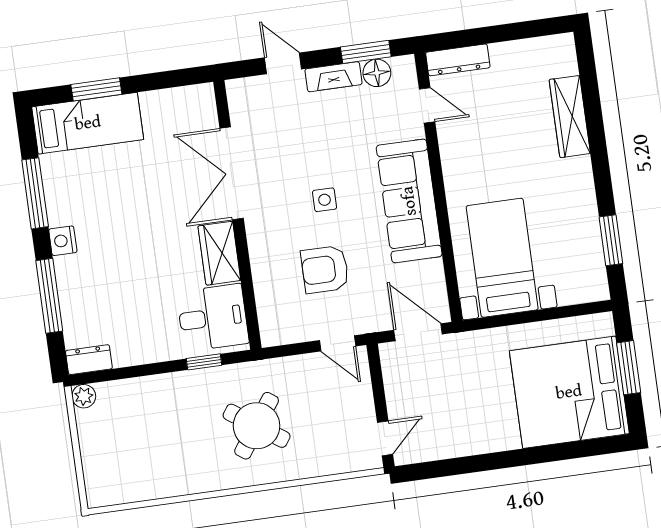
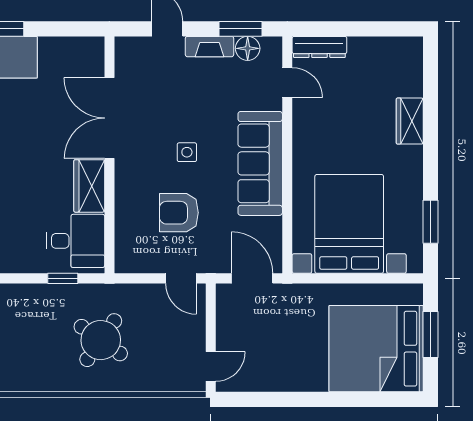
wardrobe: (570, 117) -> (410, 121), width x0.67
bed with nightstands: (502, 258) -> (349, 224), width x1.36

